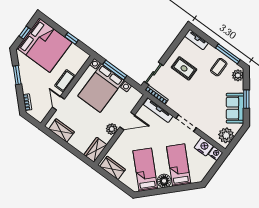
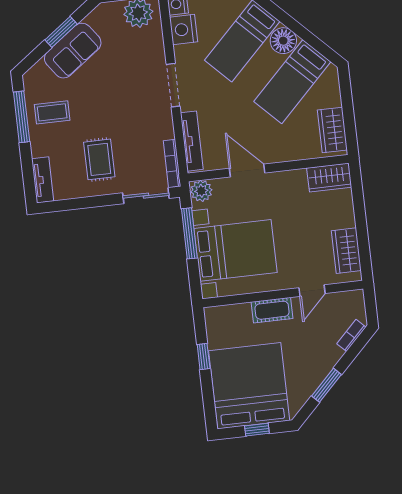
window: (115, 70) -> (189, 233), moved
plant: (238, 75) -> (39, 75), removed
sofa: (235, 108) -> (73, 51), moved
plant: (112, 129) -> (201, 191), moved

